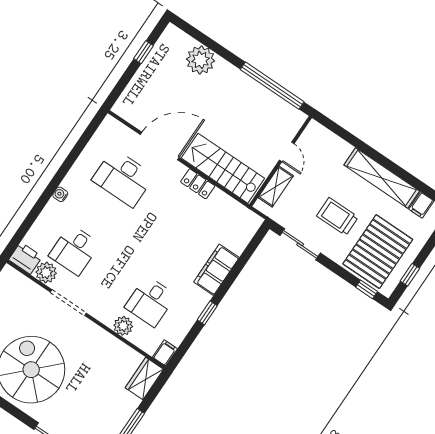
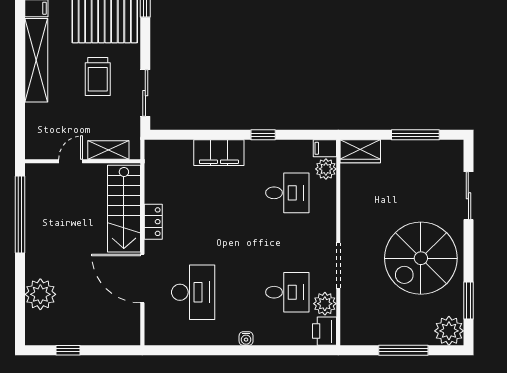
plant: (123, 326) -> (326, 169), moved

